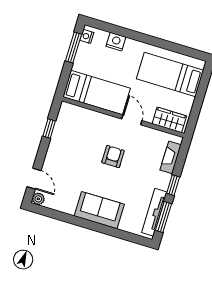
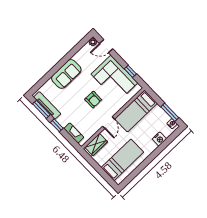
door: (132, 120) -> (108, 123), hinge flipped
corner sofa: (70, 144) -> (114, 78), added

